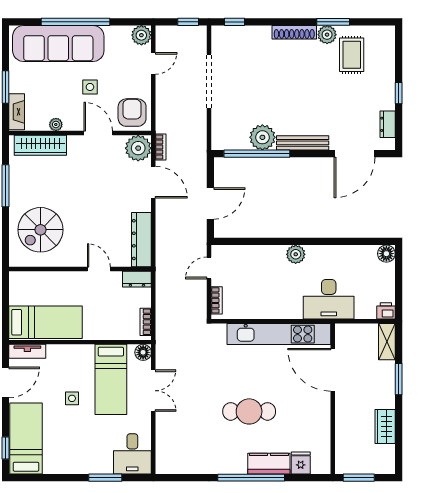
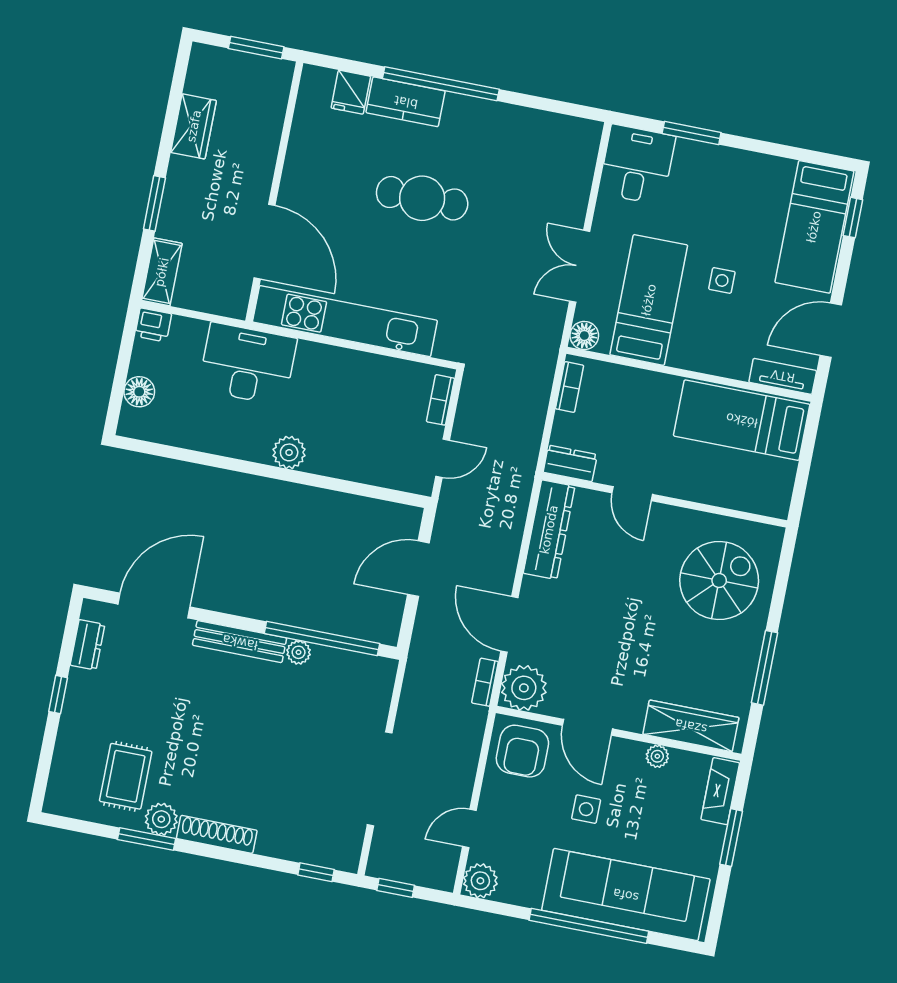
plant: (262, 137) -> (299, 652), width x0.53, depth x0.53
floor lamp: (386, 254) -> (139, 392), moved

